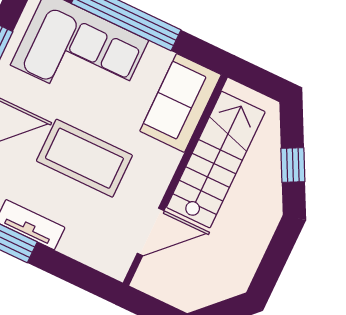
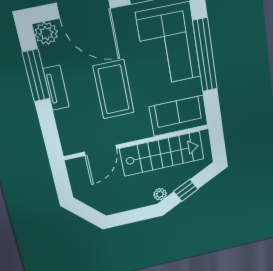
plant: (271, 202) -> (160, 194), added
door: (151, 232) -> (101, 150), hinge flipped

